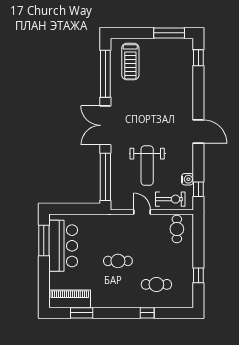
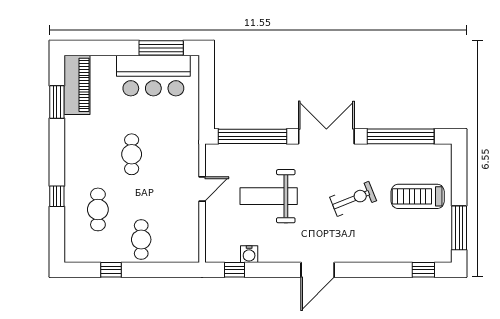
treadmill: (130, 62) -> (418, 196), moved
exercise bike: (170, 199) -> (353, 199), moved, turned -112
cafe table: (177, 229) -> (141, 240), moved, turned 90

